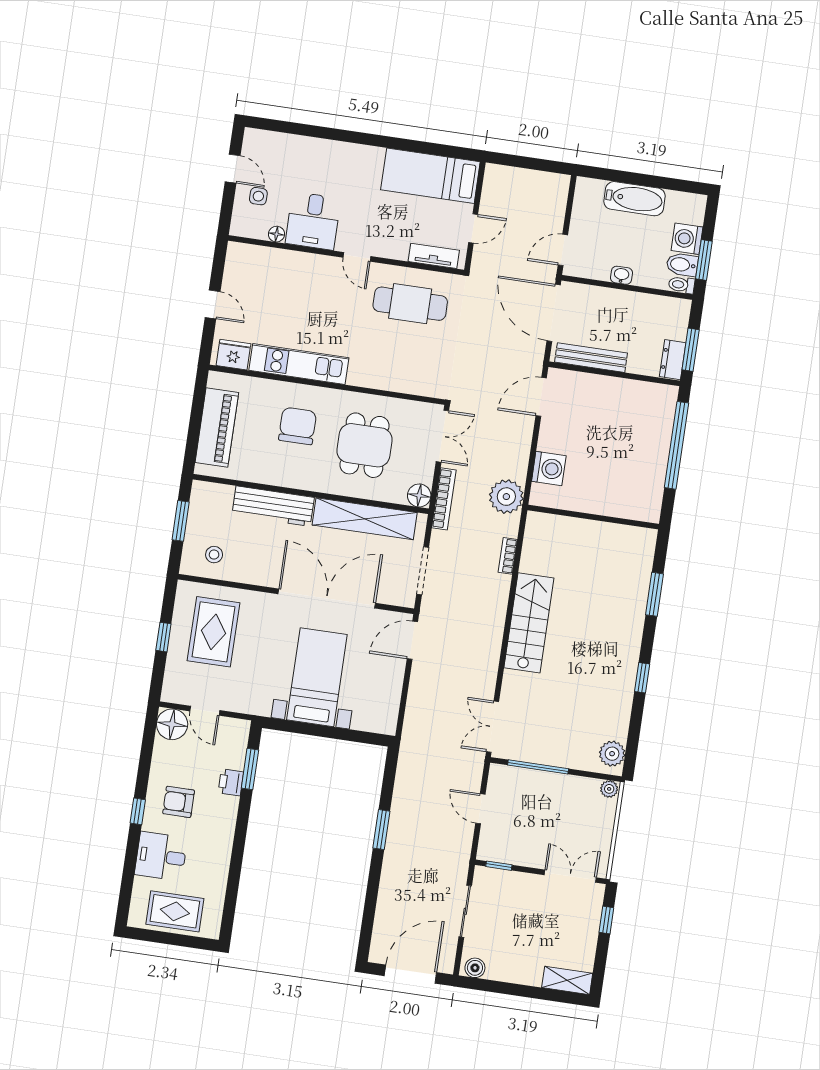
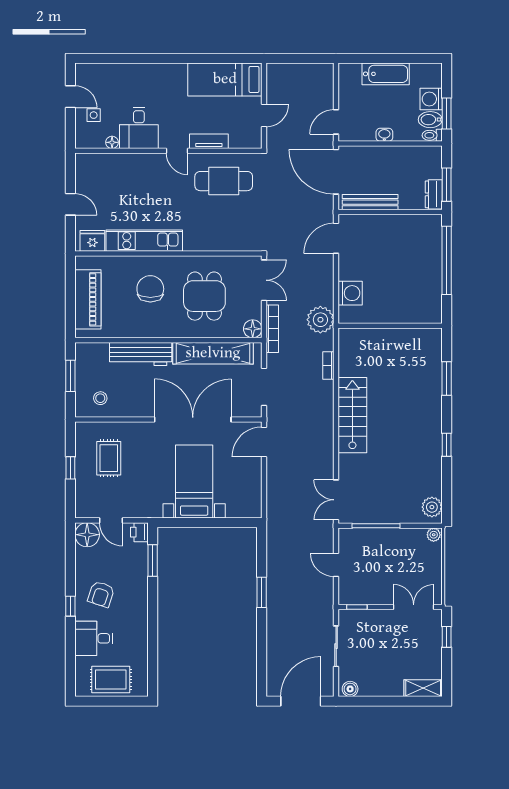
tv unit: (434, 256) -> (209, 141), moved
rug: (214, 632) -> (109, 458), width x0.73, depth x0.70
printer: (231, 782) -> (139, 532), moved
armchair: (179, 802) -> (101, 594), turned -72

